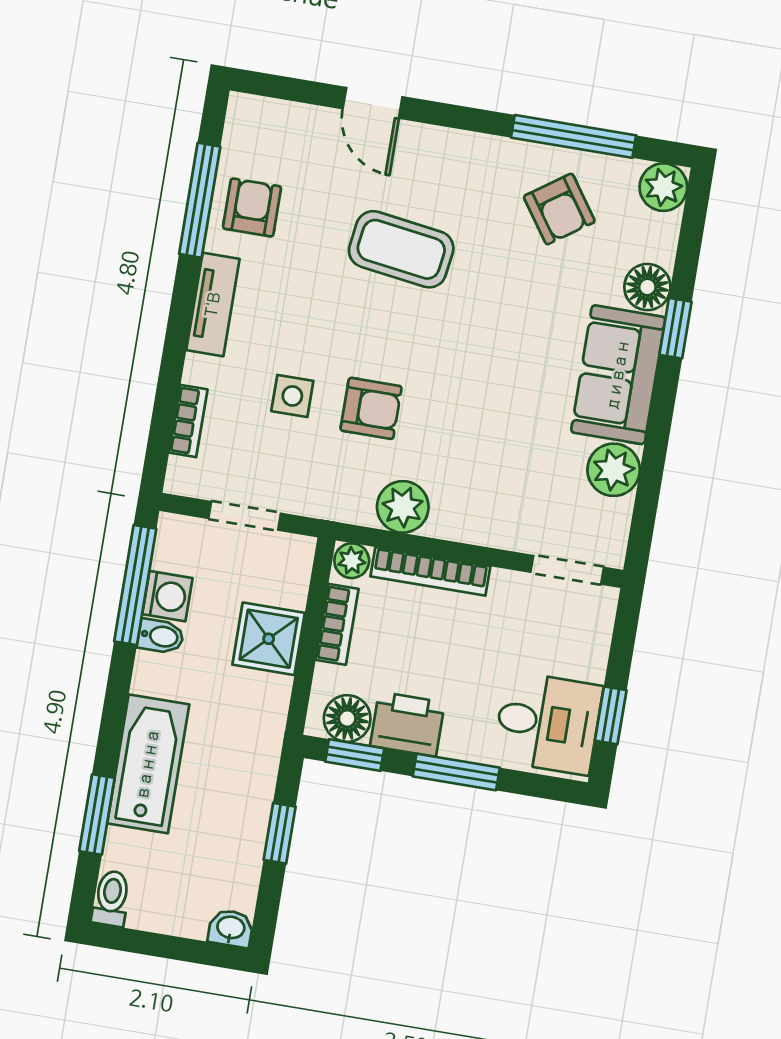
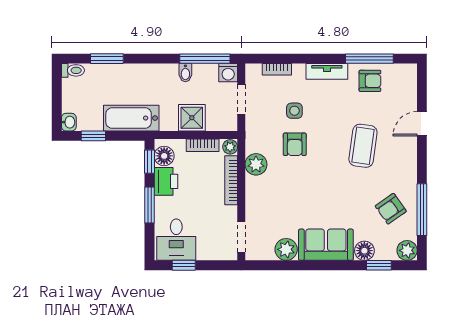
window: (675, 328) -> (379, 265), moved
washing machine: (167, 596) -> (228, 73), moved
bathtub: (148, 764) -> (131, 118), moved, turned 180
window: (280, 833) -> (93, 136), moved

